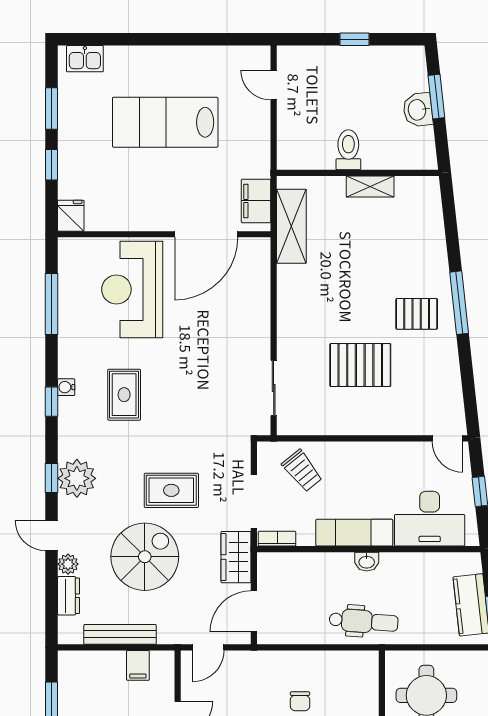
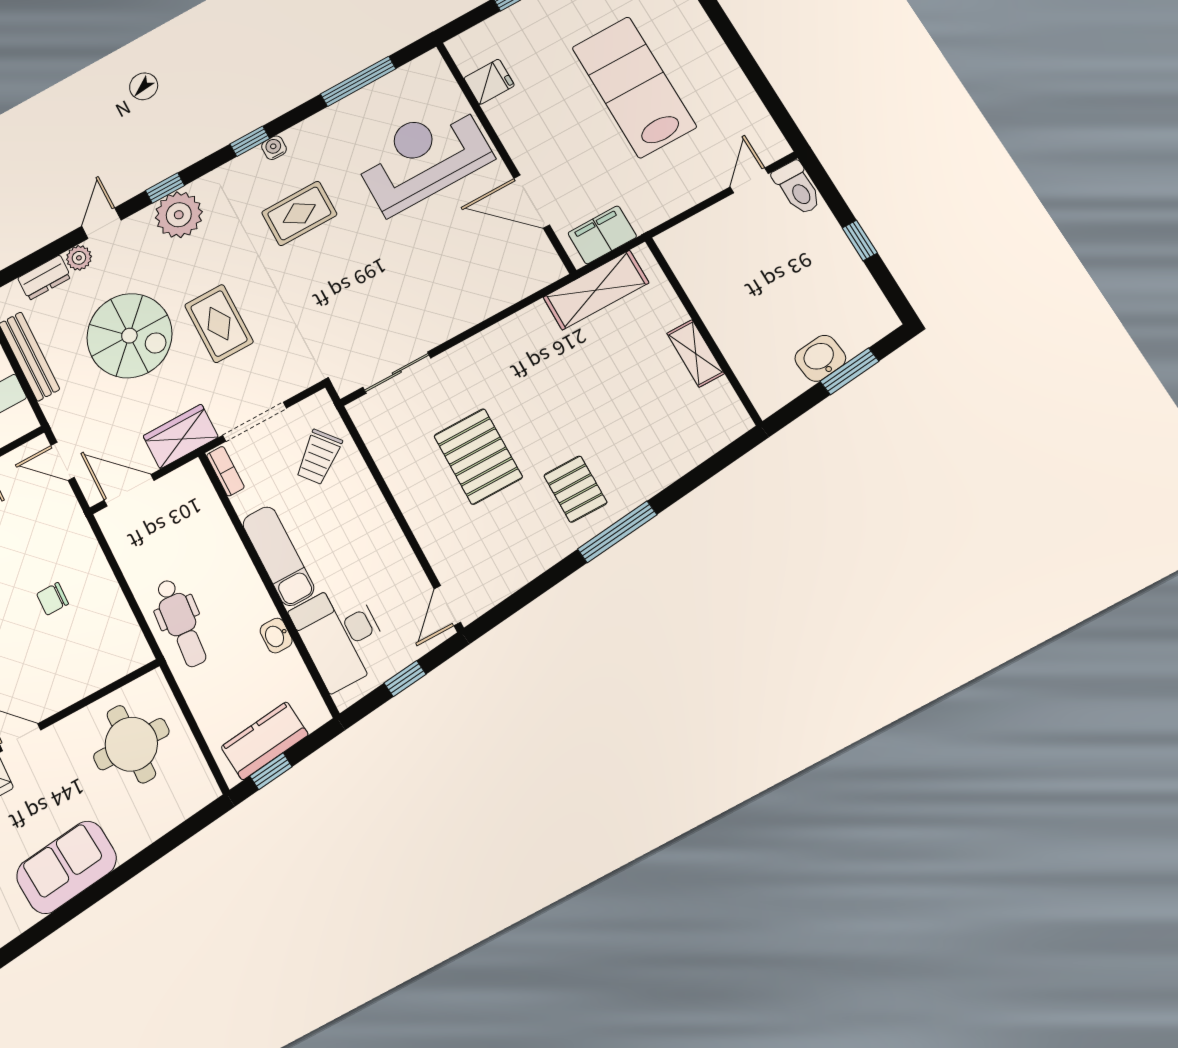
toilet: (348, 150) -> (797, 188), moved, turned 90
fridge: (71, 216) -> (489, 82), moved
door: (206, 234) -> (532, 202), width x0.73
washbasin: (367, 562) -> (276, 636), moved

